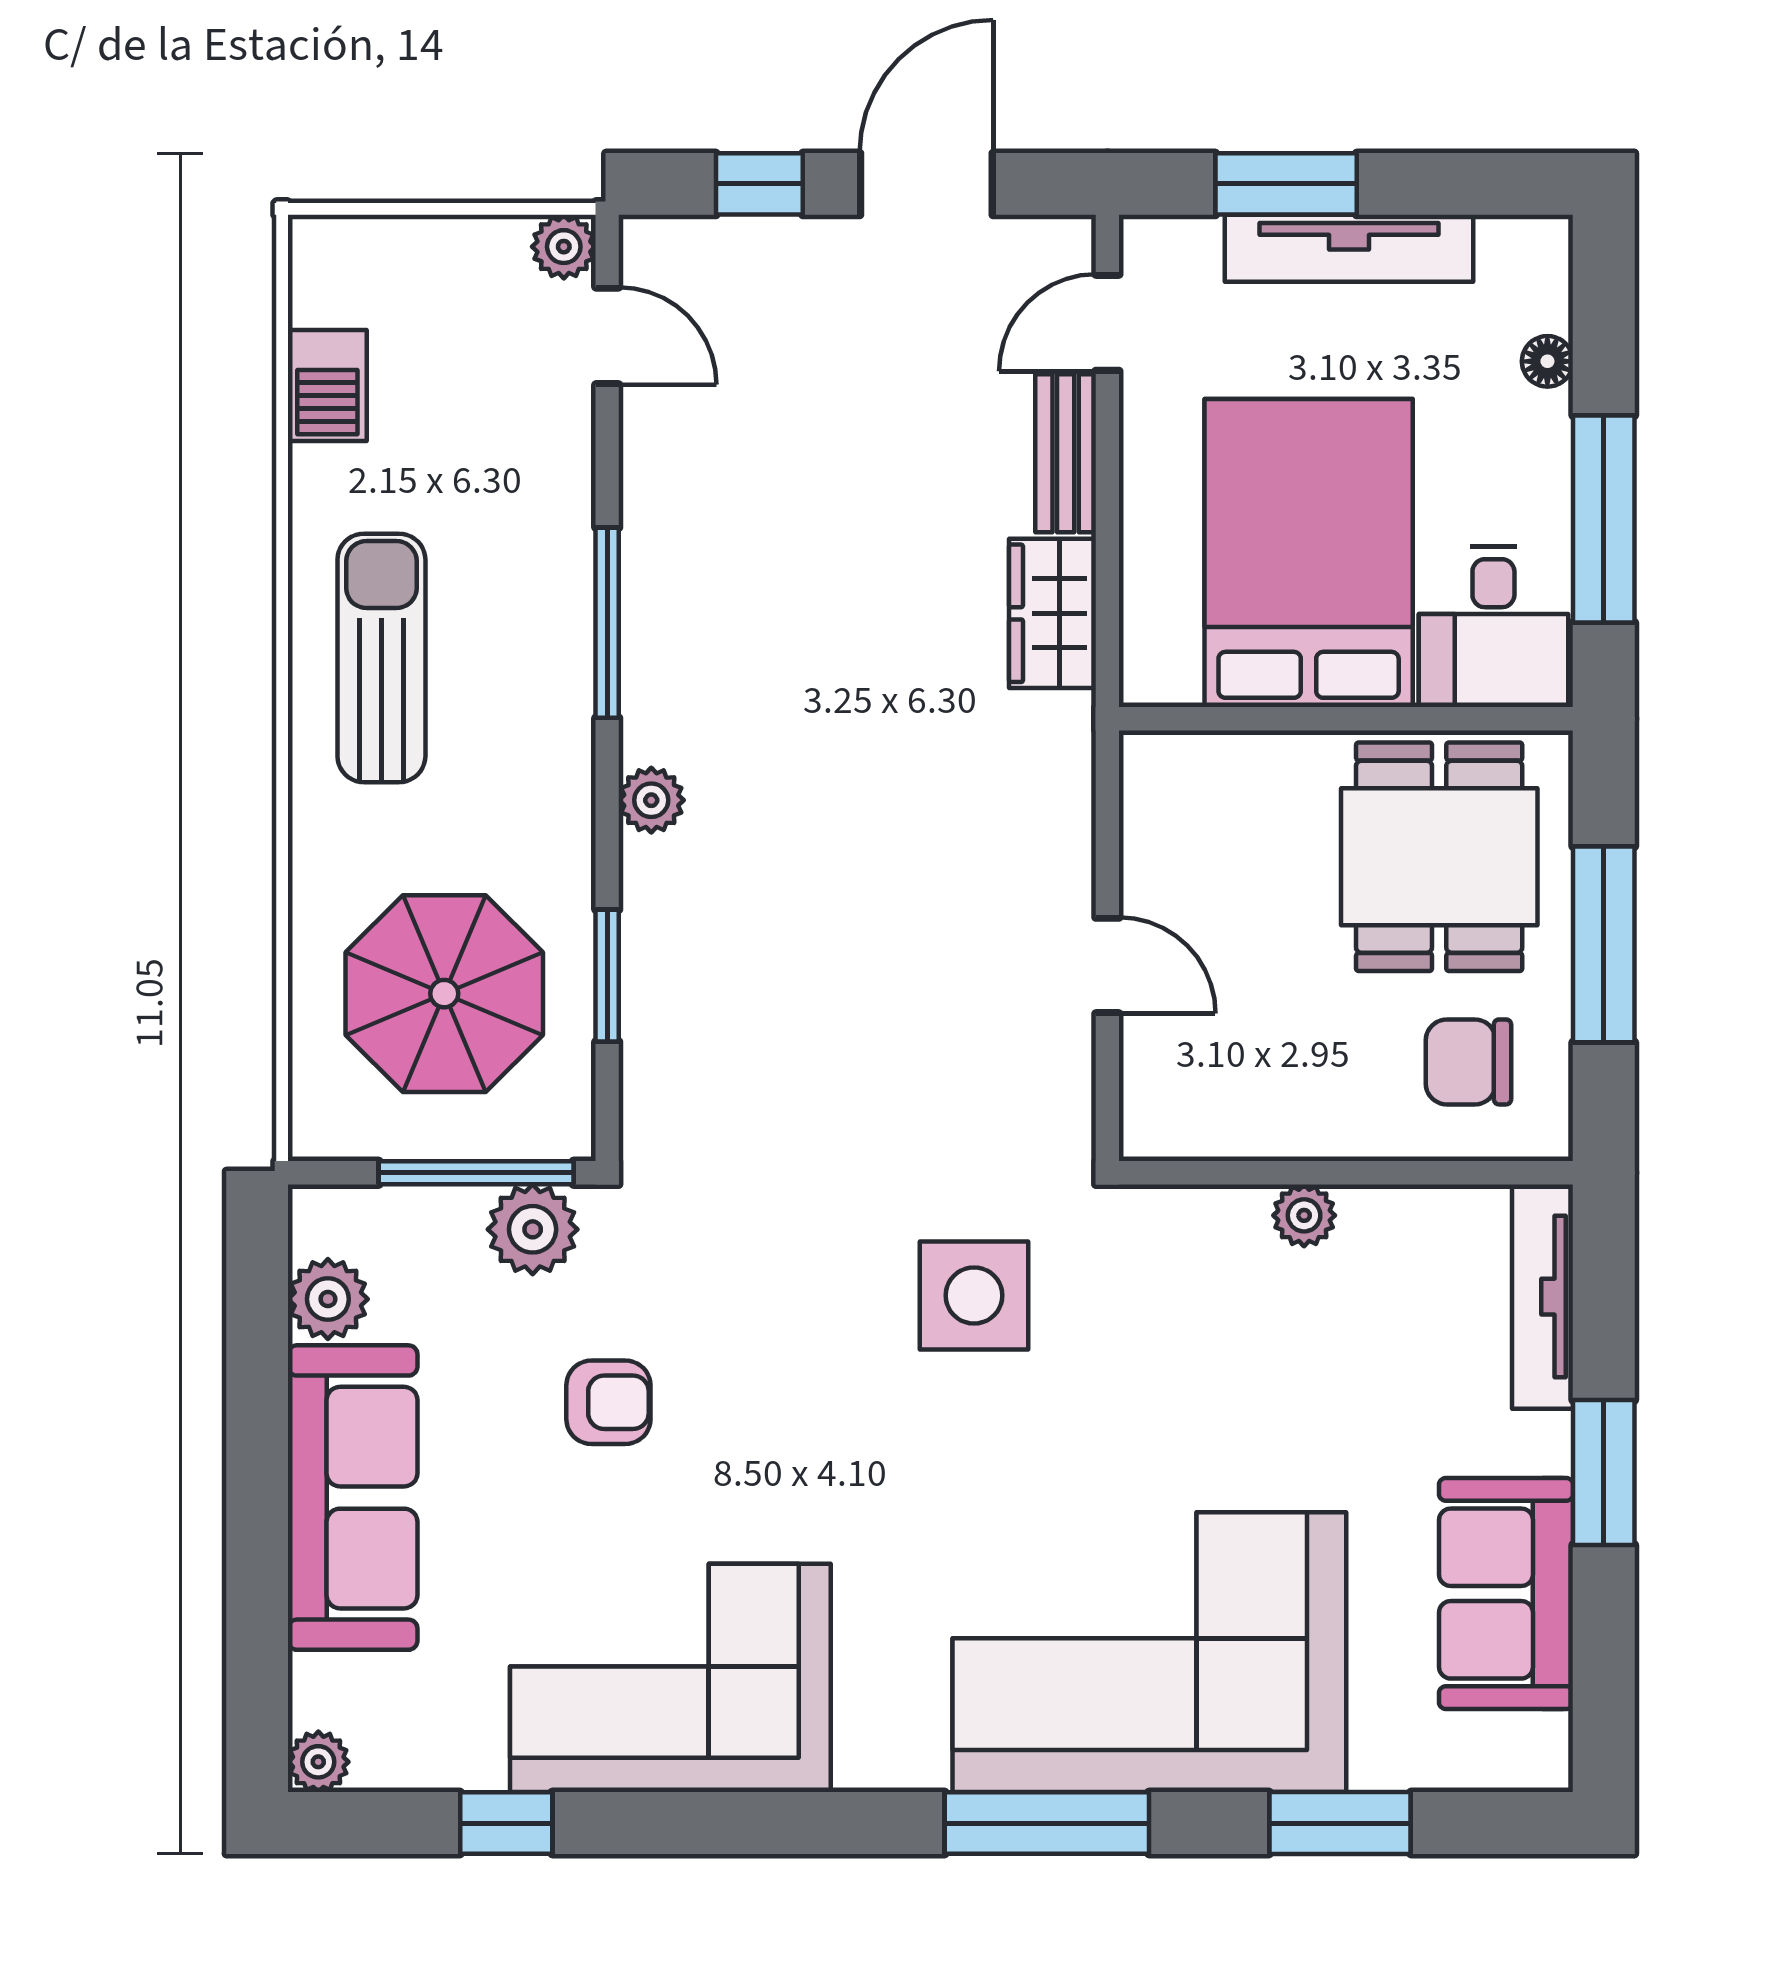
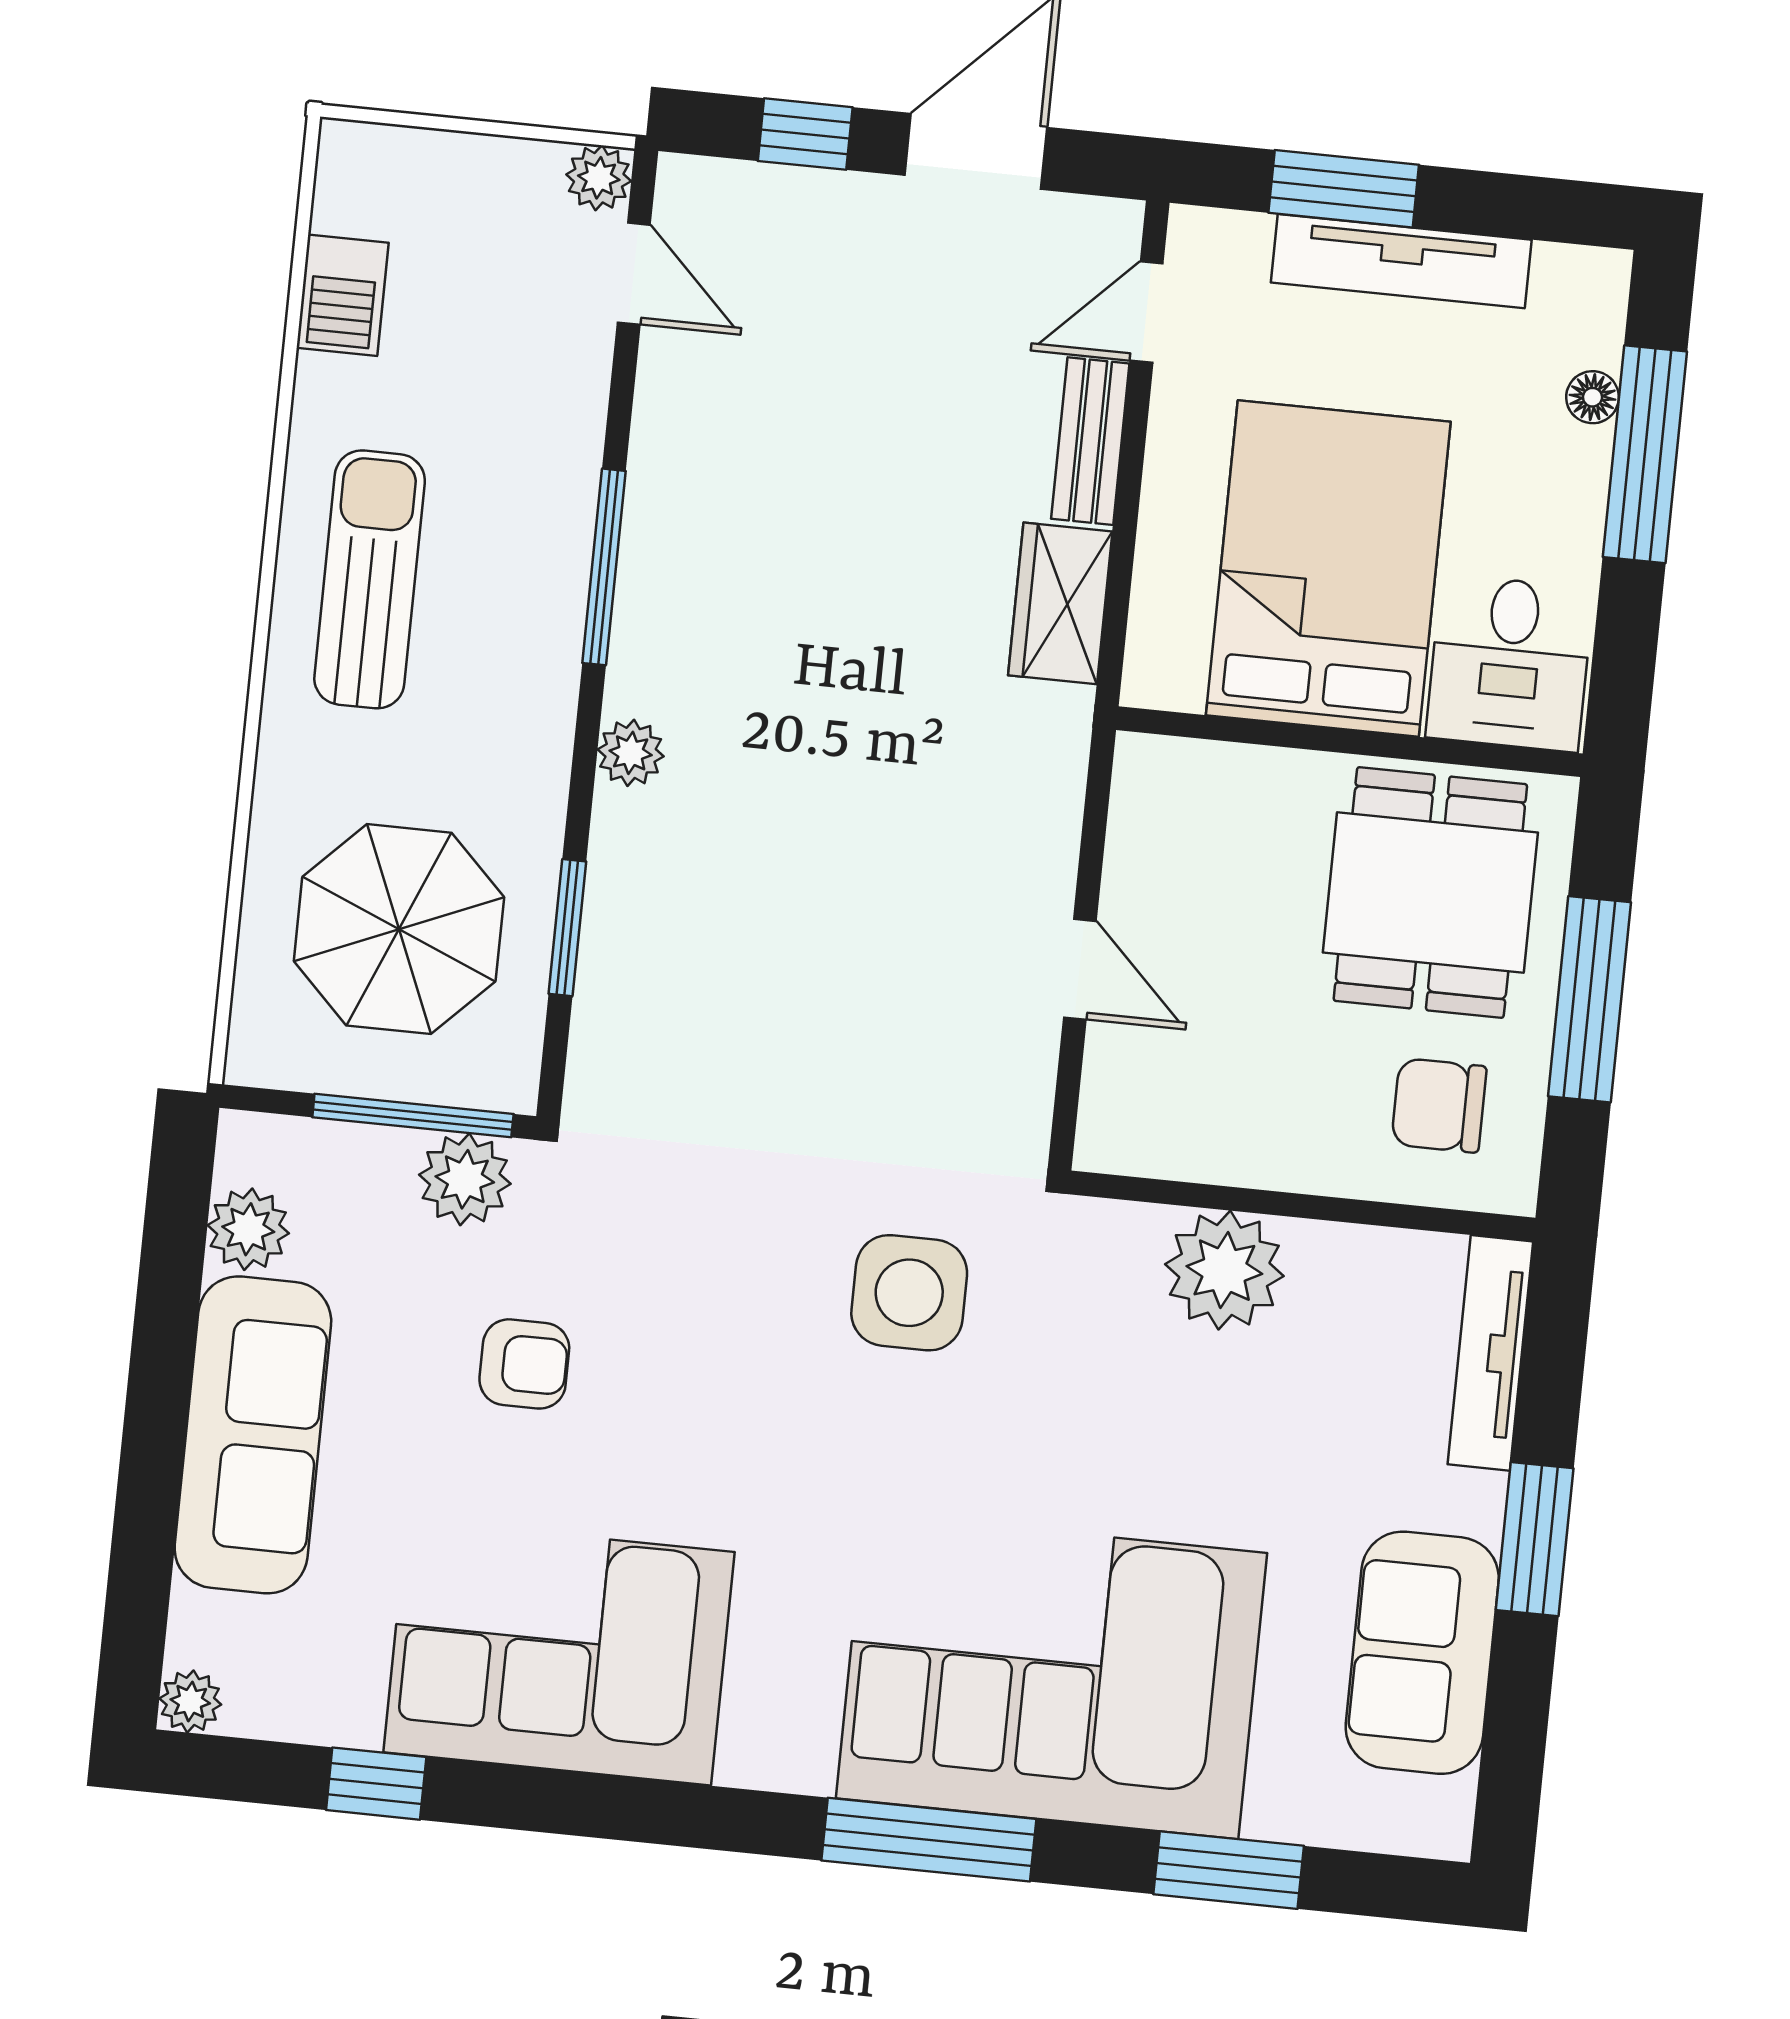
window: (1604, 519) -> (1645, 454), moved
plant: (1304, 1215) -> (1224, 1270), width x1.87, depth x1.87

